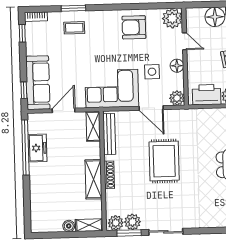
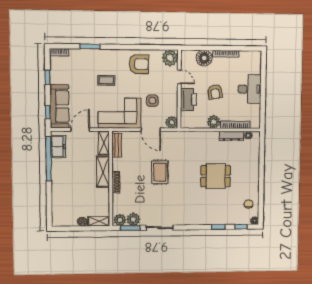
armchair: (134, 27) -> (139, 64), turned 180
coffee table: (74, 28) -> (106, 80), moved
window: (22, 33) -> (48, 77), moved
floor lamp: (177, 66) -> (172, 96), removed
printer: (207, 95) -> (188, 100), moved, turned 90
bench: (109, 134) -> (117, 145), width x0.73
freezer: (37, 148) -> (58, 147), moved
rug: (164, 161) -> (160, 172), width x0.73, depth x0.70
shelving: (93, 179) -> (103, 172), moved

